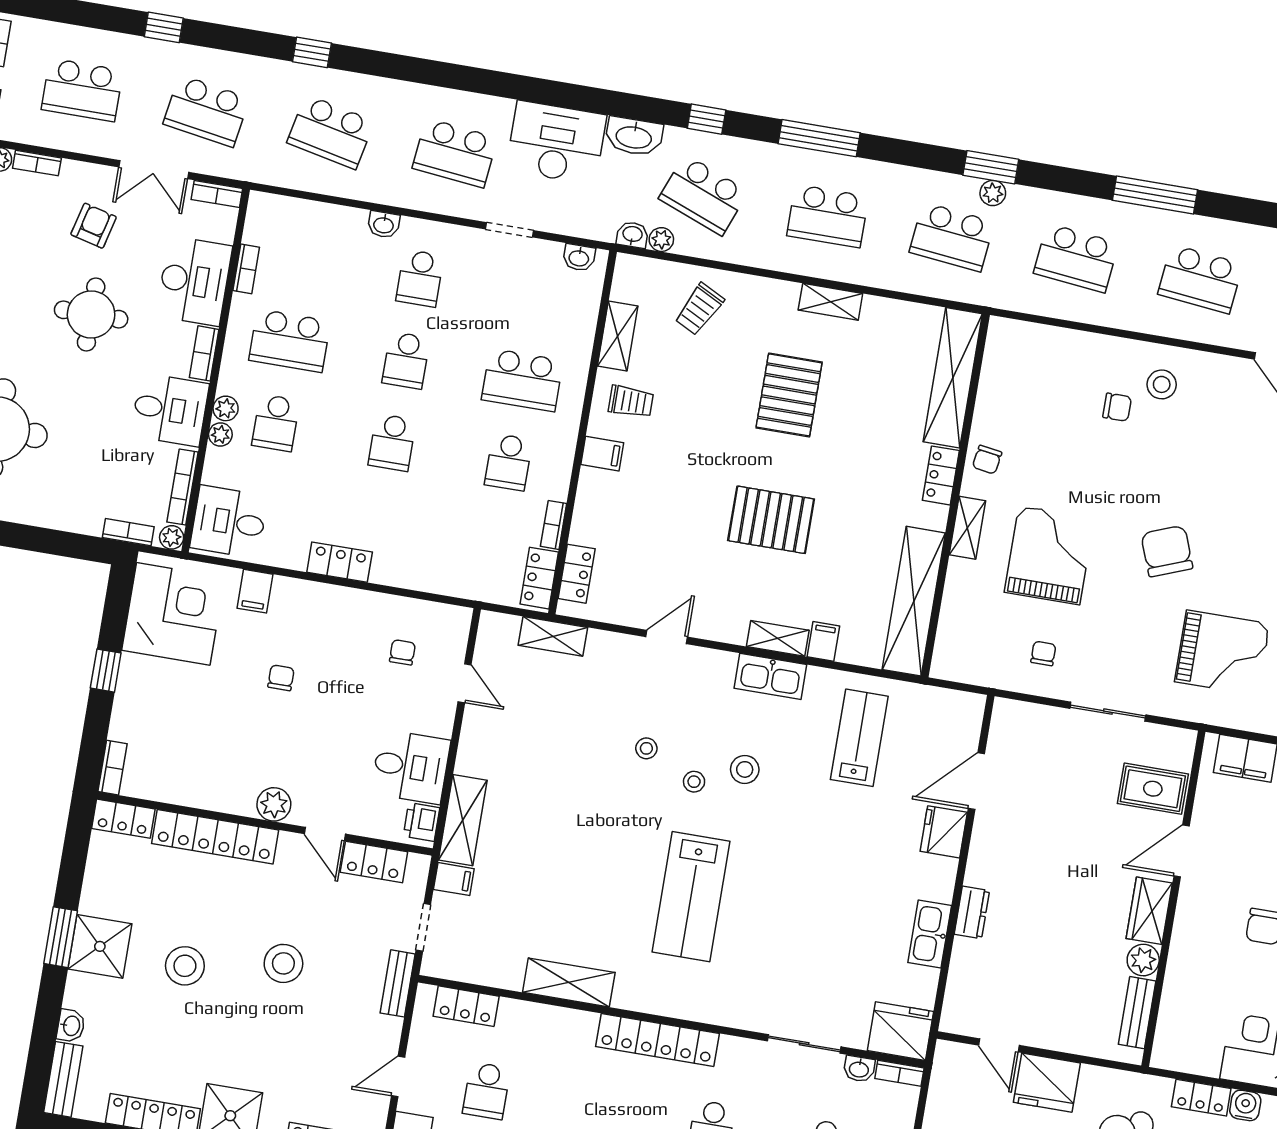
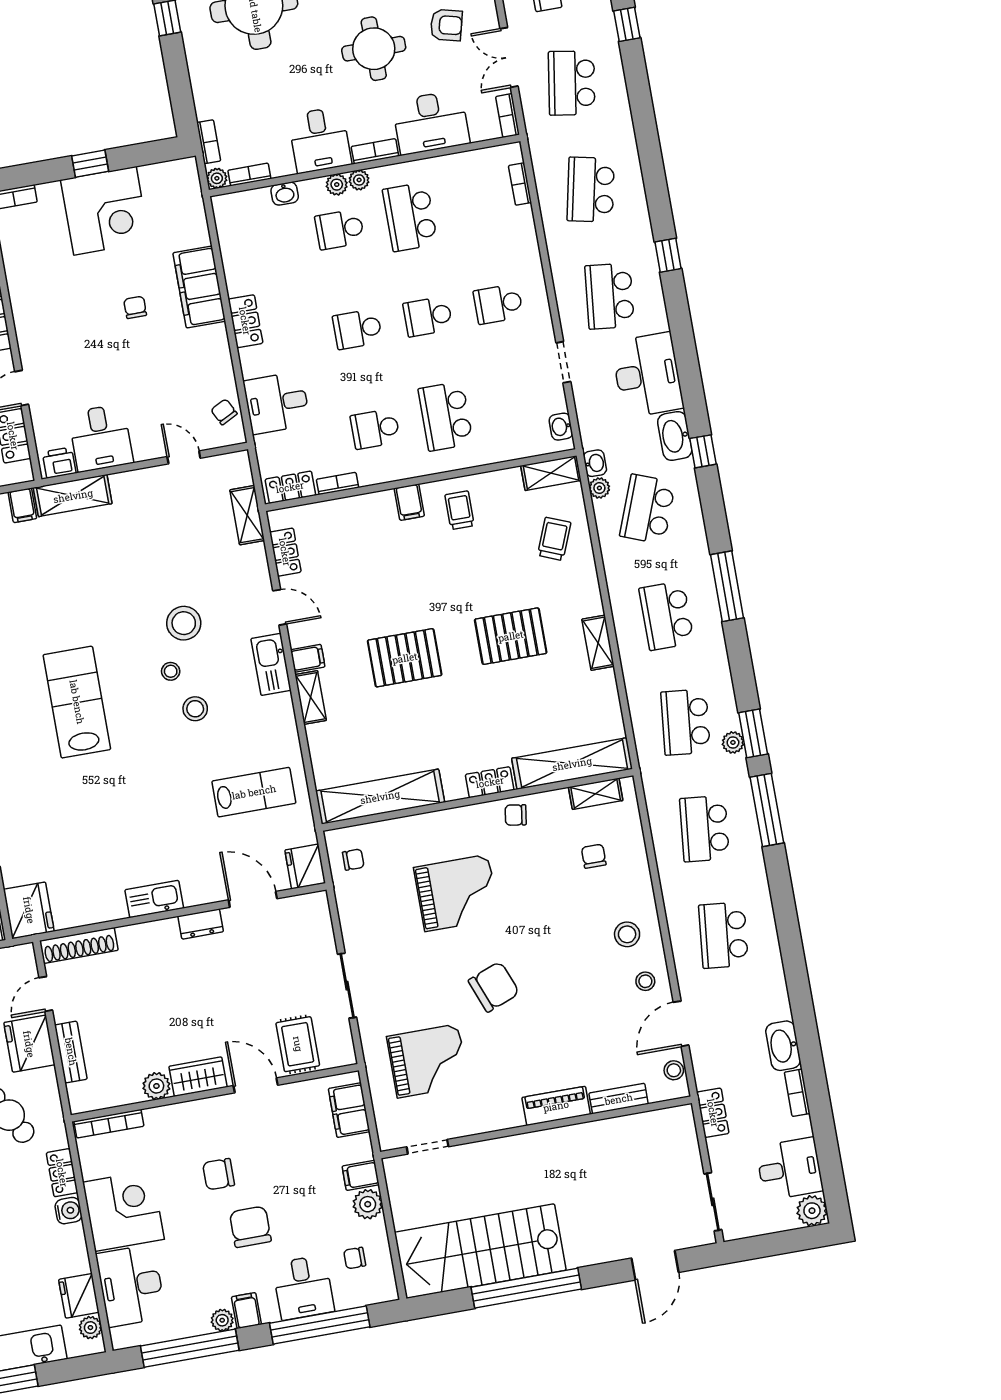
window: (312, 52) -> (668, 255), moved
window: (707, 119) -> (703, 451), moved
window: (1155, 195) -> (767, 810), moved
washbasin: (384, 225) -> (285, 194), moved, turned -90
bookcase: (246, 269) -> (520, 184), moved, turned 90
trolley: (699, 309) -> (554, 539), turned 85
shelving: (618, 336) -> (551, 473), moved
stool: (1220, 383) -> (645, 981), added
trolley: (631, 402) -> (460, 510), turned 180
chair: (1117, 407) -> (594, 856), moved, turned 180
plant: (220, 434) -> (359, 180), moved
bookcase: (182, 487) -> (249, 175), width x0.64
pallet: (771, 520) -> (405, 658), turned 90
desk: (229, 522) -> (277, 403), moved, turned -90
shelving: (967, 528) -> (596, 794), moved
locker: (577, 574) -> (285, 552), moved, turned -90
filing cabinet: (255, 591) -> (199, 287), width x3.00, depth x1.17
corner desk: (173, 614) -> (105, 211), moved
filing cabinet: (823, 641) -> (308, 658), moved
chair: (402, 652) -> (224, 412), moved, turned -117
chair: (1043, 653) -> (353, 860), moved
grand piano: (1222, 653) -> (428, 1061), turned -90
kitchen sink: (770, 676) -> (271, 664), moved
chair: (281, 678) -> (135, 307), turned -90
door: (465, 683) -> (184, 457), swing flipped
stool: (646, 748) -> (184, 623), width x1.89, depth x1.89
plant: (274, 804) -> (31, 338), removed
fridge: (944, 832) -> (305, 867), moved, turned -90
lab bench: (691, 897) -> (77, 702), turned 90
dresser: (972, 912) -> (201, 924), moved
kitchen sink: (930, 934) -> (154, 899), moved
shoe rack: (959, 990) -> (79, 945), added
bench: (1137, 1013) -> (71, 1052), moved, turned 90
bookcase: (1166, 1027) -> (109, 1124), added

